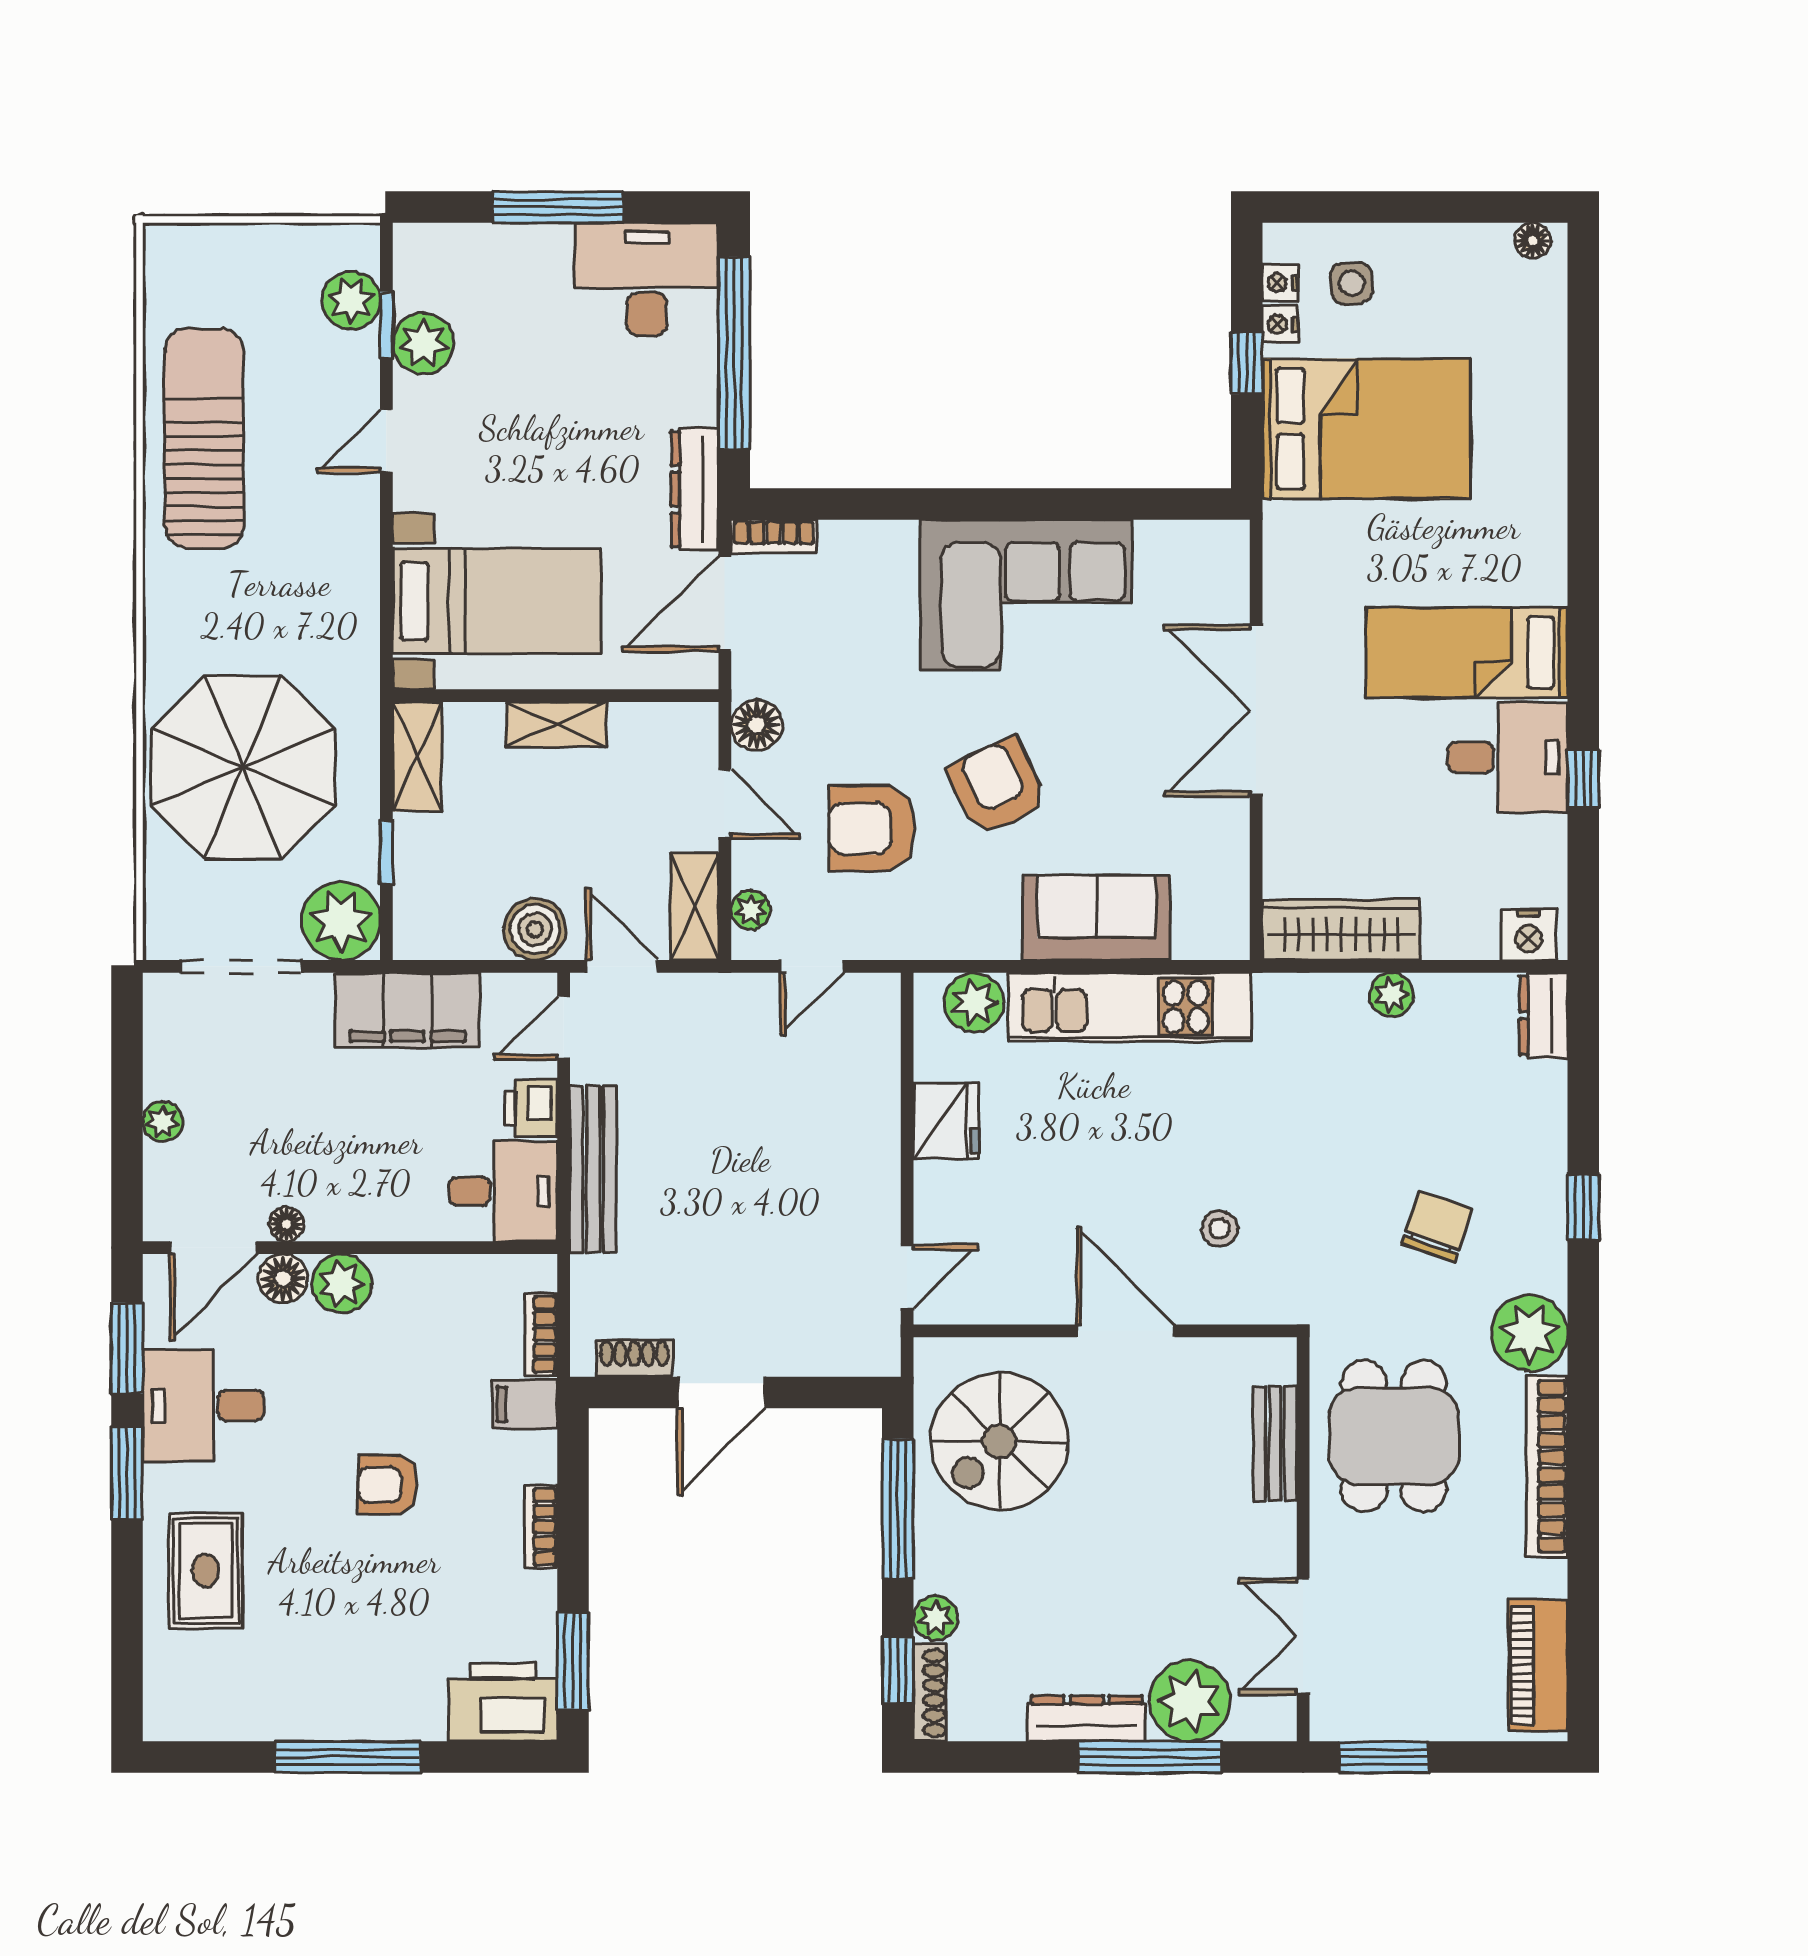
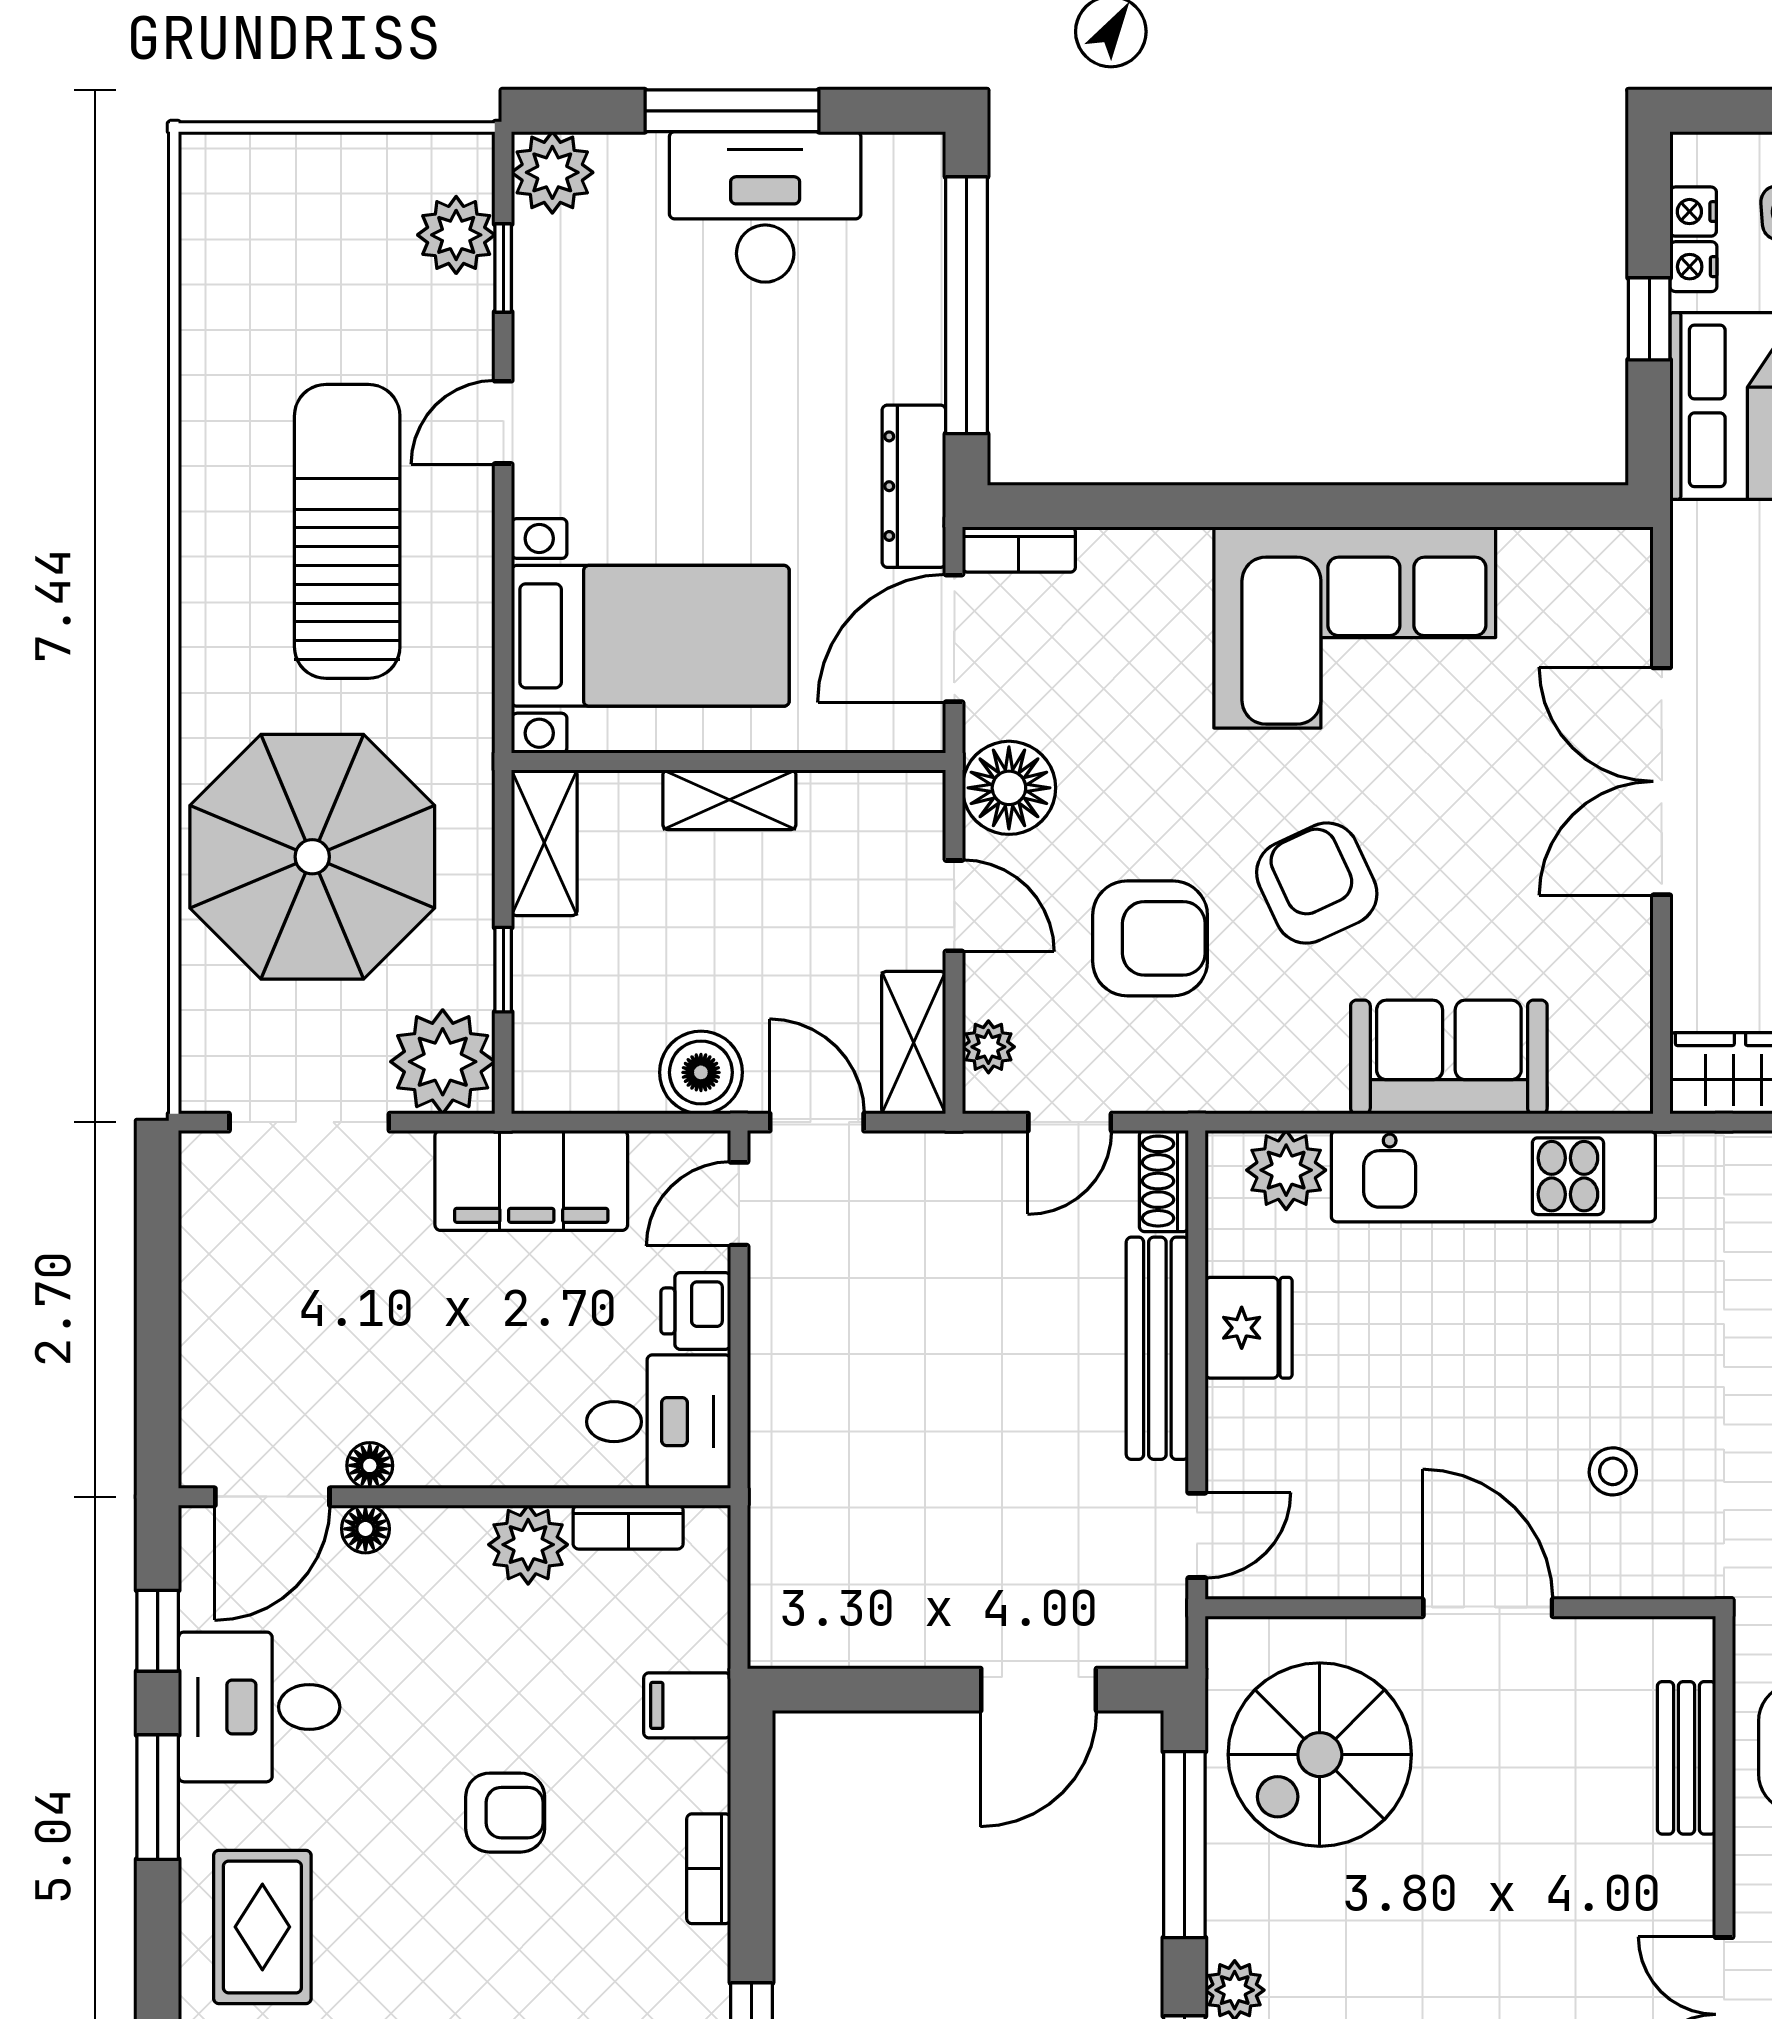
desk: (647, 279) -> (765, 207), moved
plant: (423, 343) -> (552, 172), moved
sun lounger: (204, 439) -> (347, 531), moved
floor lamp: (757, 725) -> (1009, 788), width x1.38, depth x1.38
armchair: (872, 828) -> (1150, 938), turned 180
plant: (163, 1122) -> (205, 1329), removed
bench: (593, 1169) -> (1157, 1348), moved
floor lamp: (283, 1279) -> (365, 1529), width x0.73, depth x0.73
plant: (342, 1284) -> (528, 1545), moved
bookcase: (541, 1334) -> (628, 1527), moved, turned -90
window: (127, 1348) -> (158, 1631), width x0.67
shoe rack: (634, 1358) -> (1164, 1181), moved, turned -90
door: (721, 1392) -> (1039, 1690), moved
armchair: (388, 1485) -> (505, 1813), turned 180

